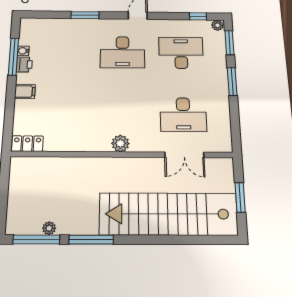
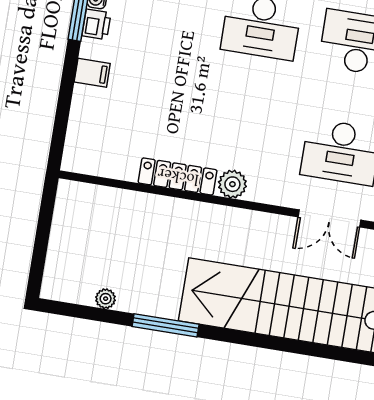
locker: (27, 144) -> (178, 176), moved, width x1.53
window: (36, 239) -> (85, 312), removed

